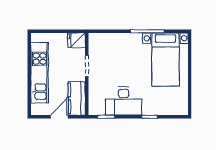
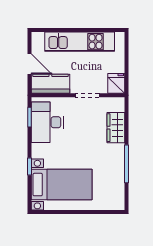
wardrobe: (115, 41) -> (116, 128), added
bed with nightstands: (165, 60) -> (62, 185), moved, turned 180
desk: (124, 101) -> (47, 122), moved

